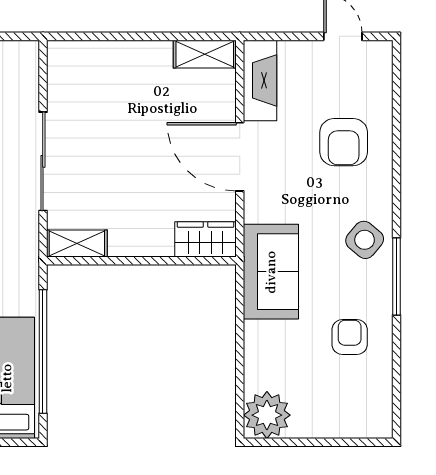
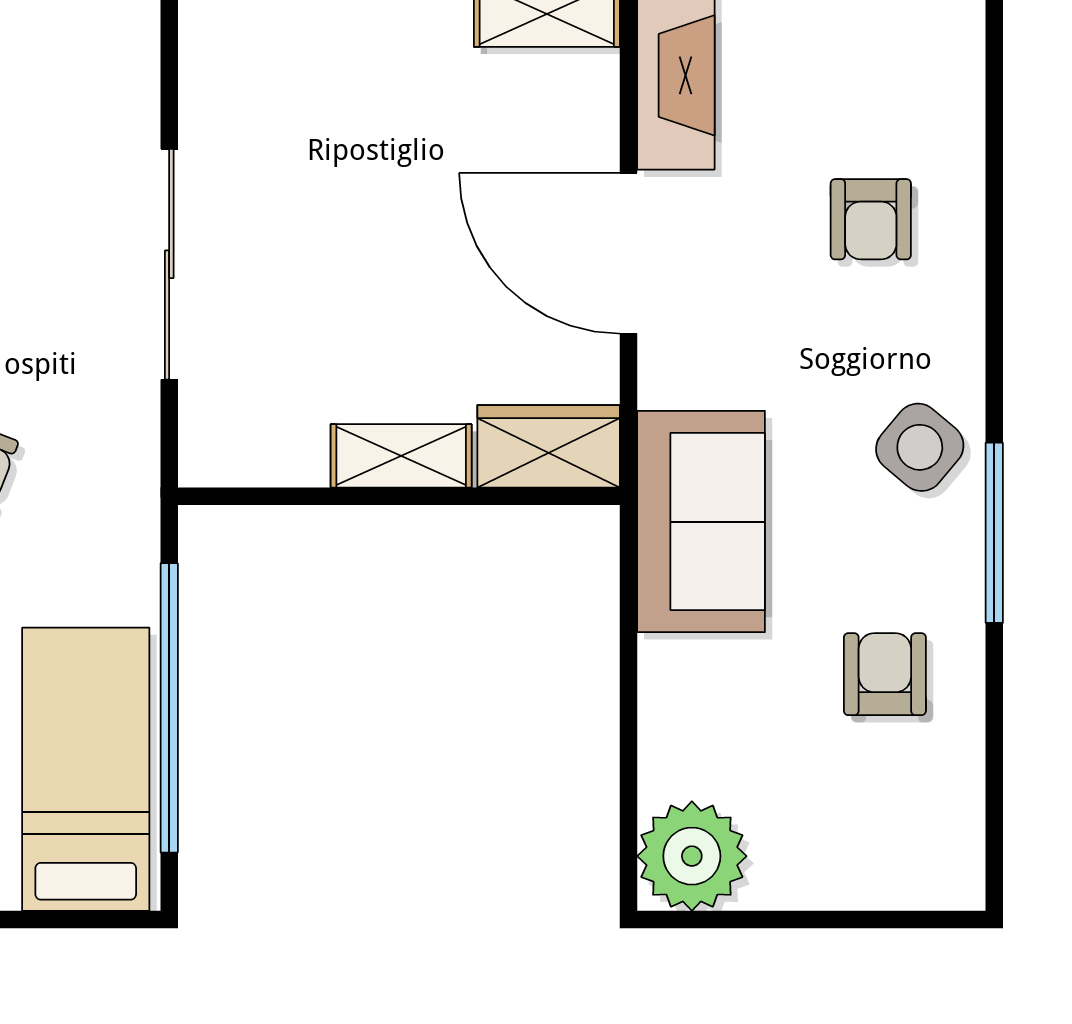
armchair: (344, 142) -> (871, 219), width x0.72, depth x0.72
shelving: (77, 244) -> (401, 456), moved

